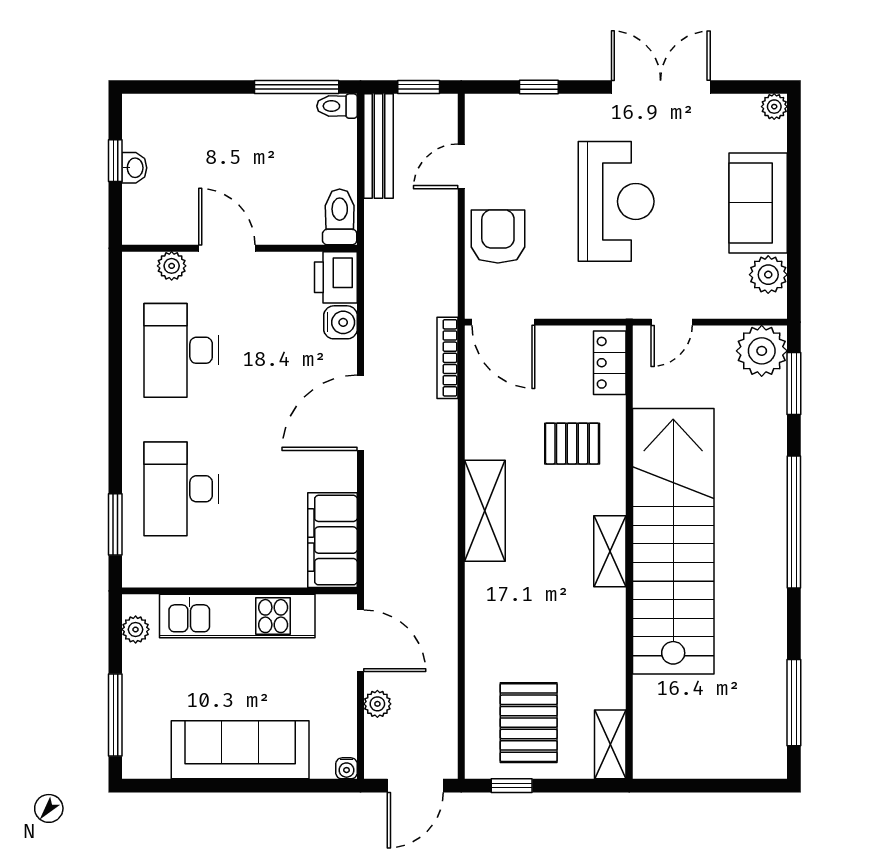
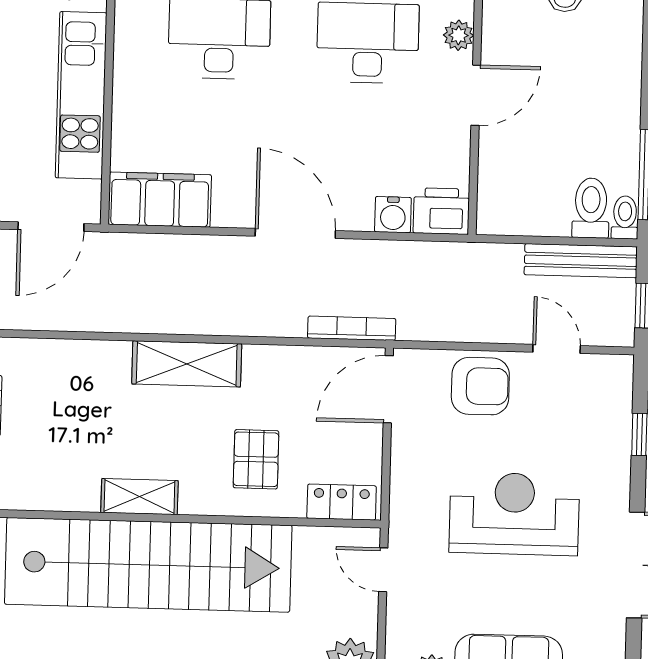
reception desk: (616, 201) -> (514, 514), turned 180
toilet: (340, 217) -> (591, 208), moved, turned -90

